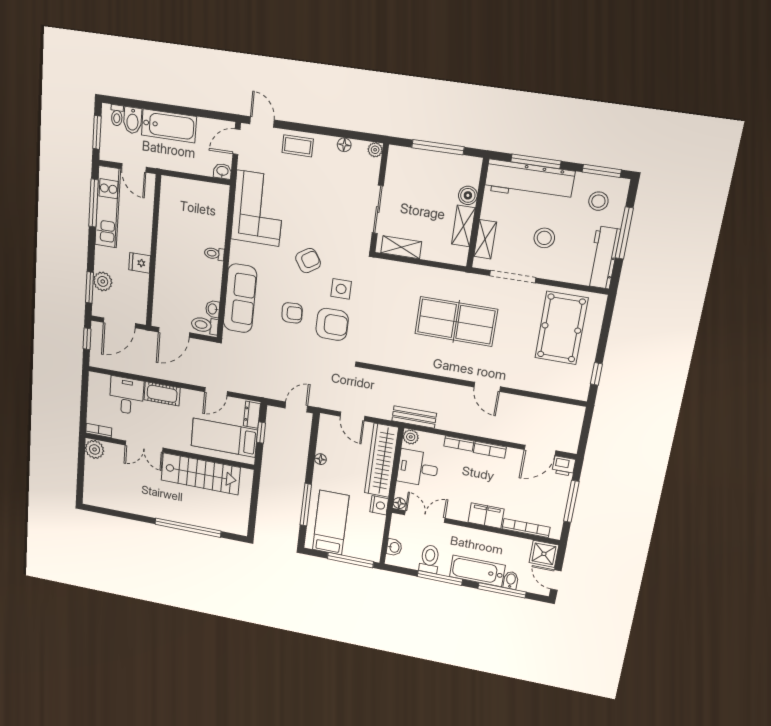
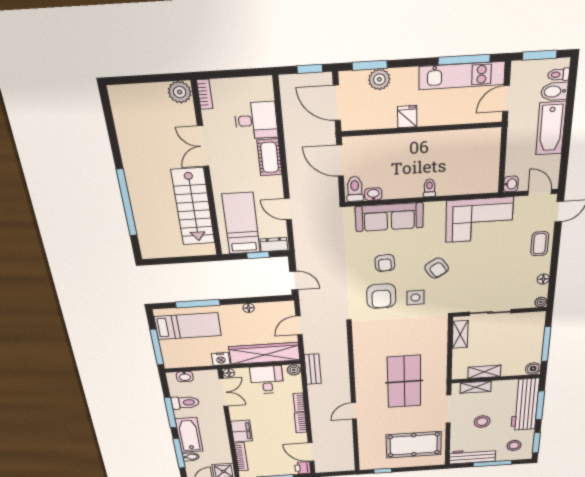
boiler: (468, 195) -> (533, 369), moved

